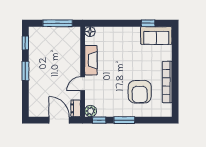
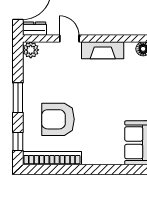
bookcase: (167, 82) -> (52, 158), moved
window: (99, 120) -> (18, 142), moved

